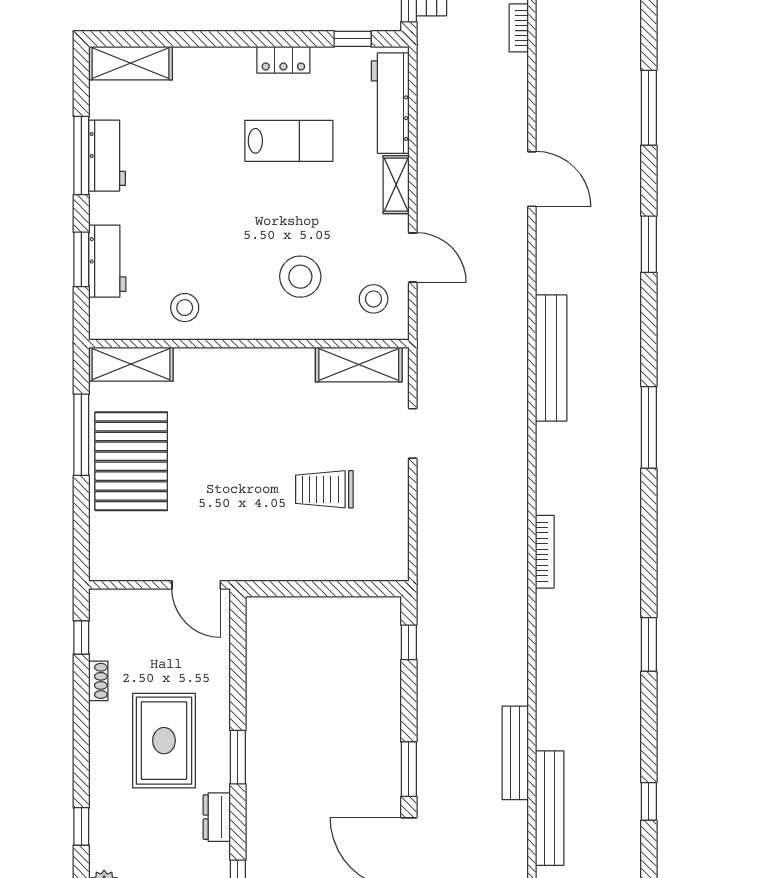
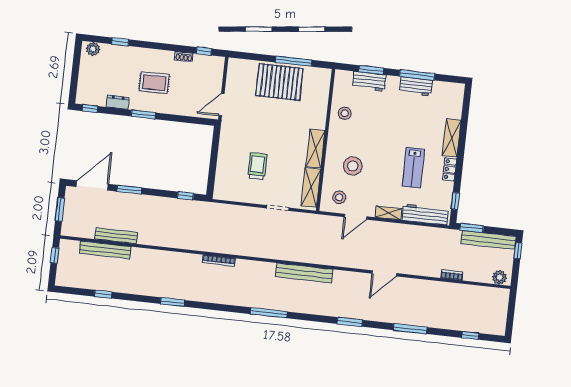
shelving: (131, 63) -> (452, 138), moved
shelving: (131, 364) -> (315, 149), moved
rug: (164, 741) -> (154, 83), width x0.73, depth x0.70
bench: (515, 753) -> (116, 236), moved

